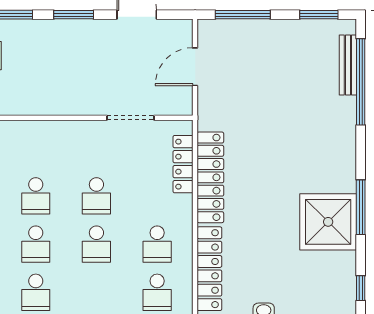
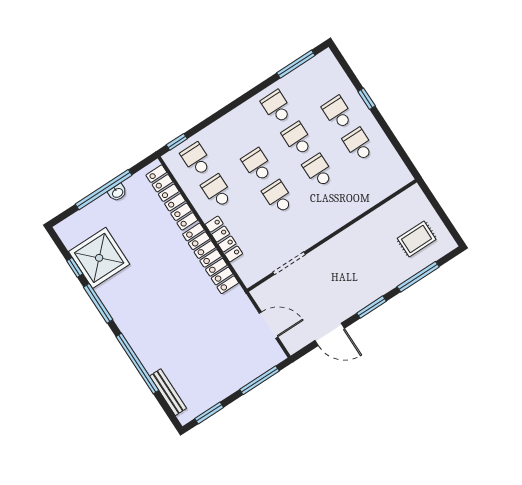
door: (195, 67) -> (269, 325), hinge flipped
window: (361, 82) -> (137, 364), moved
locker: (183, 164) -> (224, 239), moved
shower: (328, 222) -> (99, 258), moved
window: (361, 288) -> (75, 267), moved

